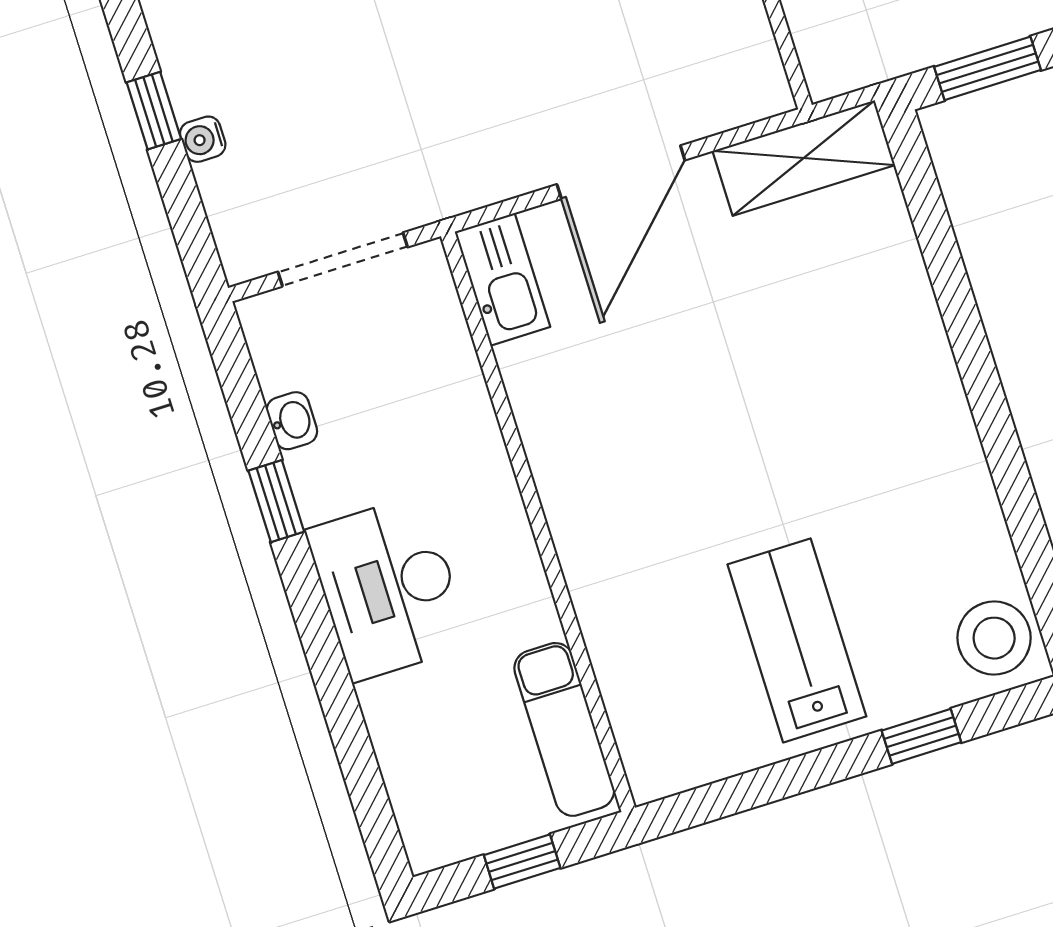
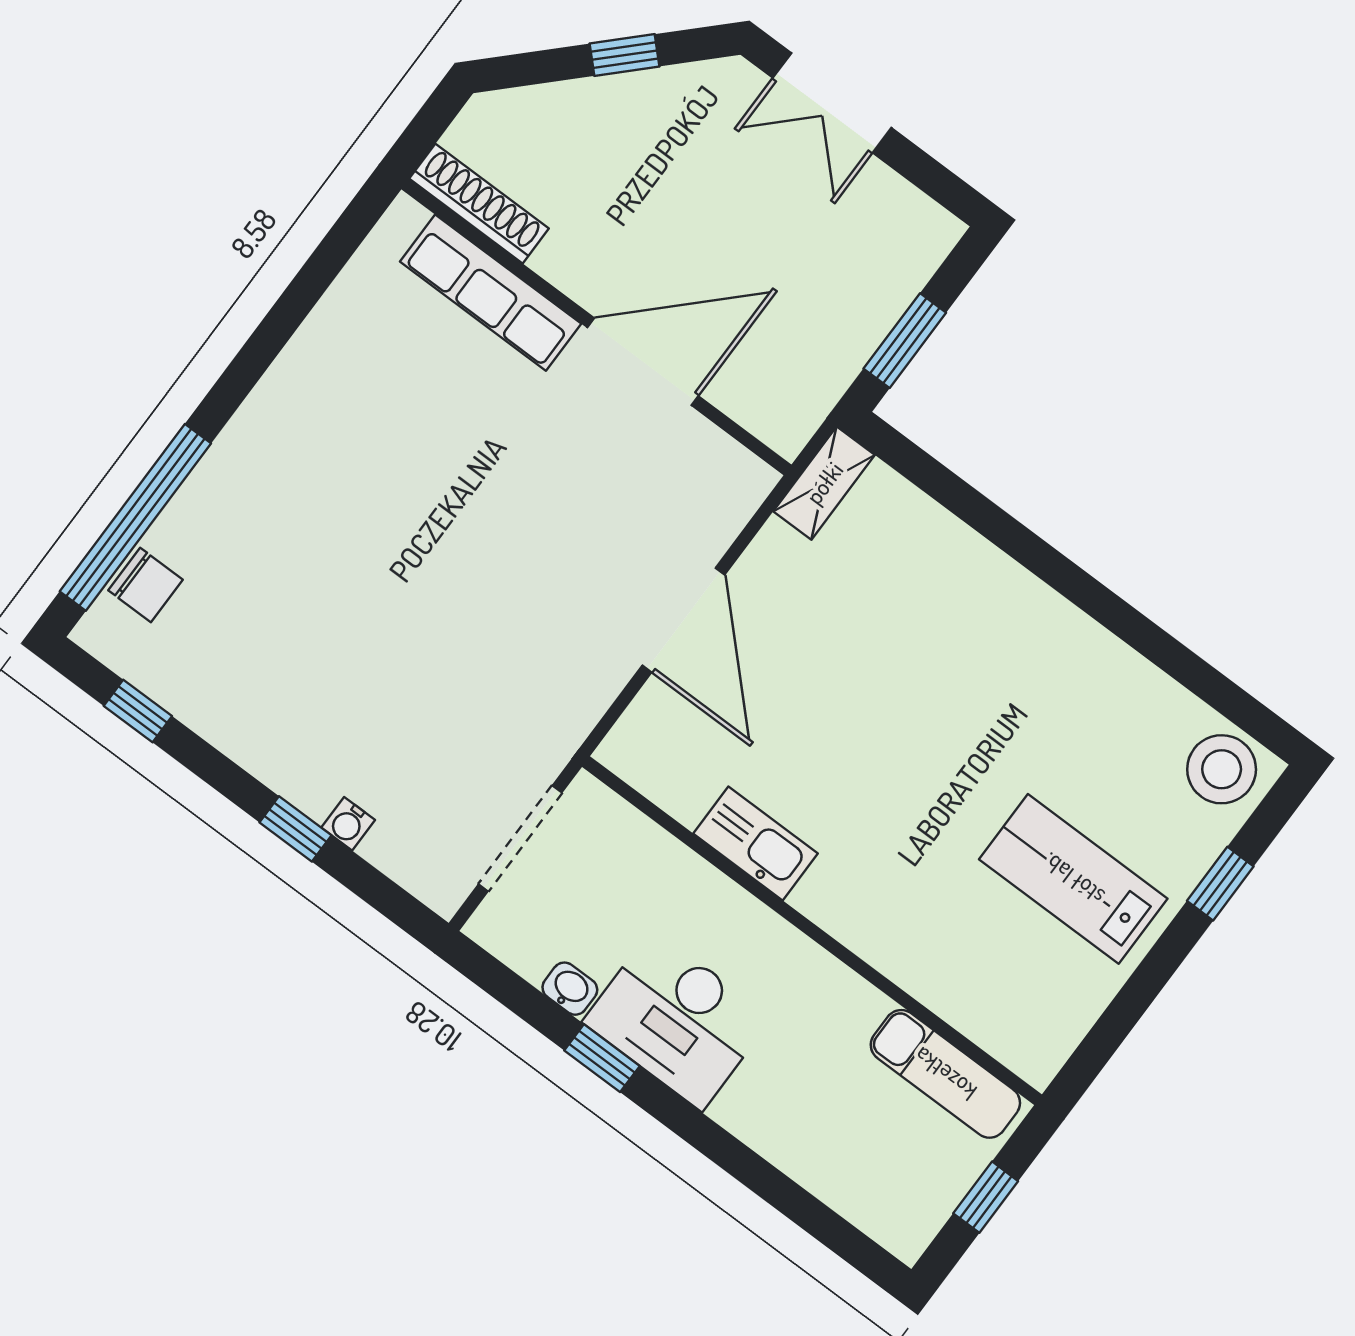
shelving: (804, 158) -> (824, 483), width x0.67, depth x0.75
kitchen sink: (502, 279) -> (755, 843), moved
desk: (388, 588) -> (677, 1020), moved

